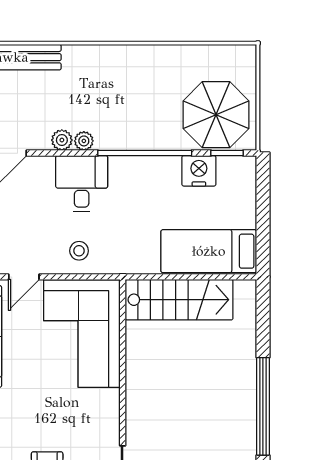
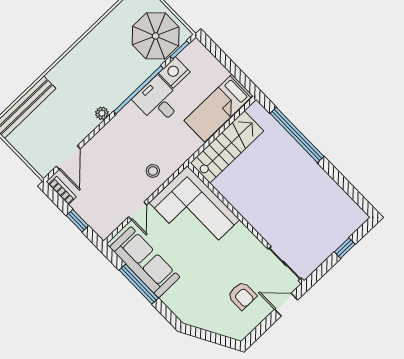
plant: (62, 140) -> (90, 124), removed
desk: (82, 184) -> (158, 101), moved
window: (263, 406) -> (297, 135), moved

